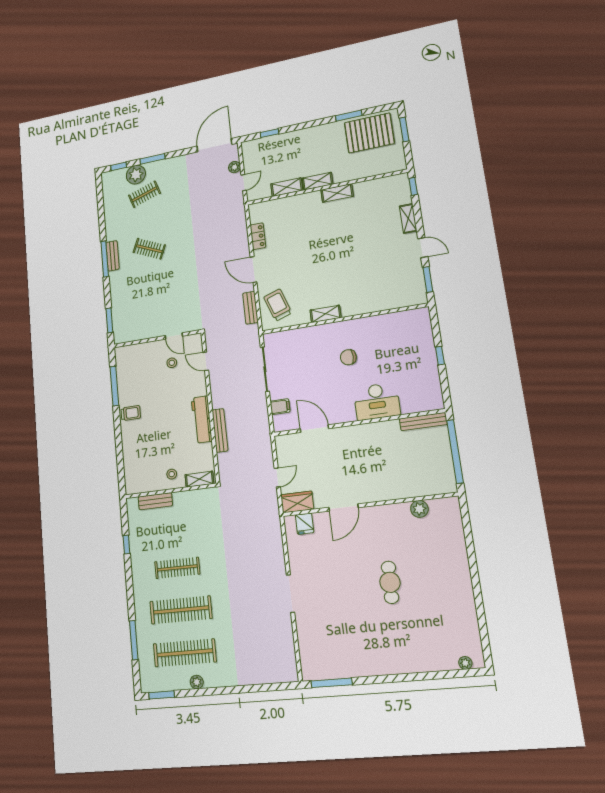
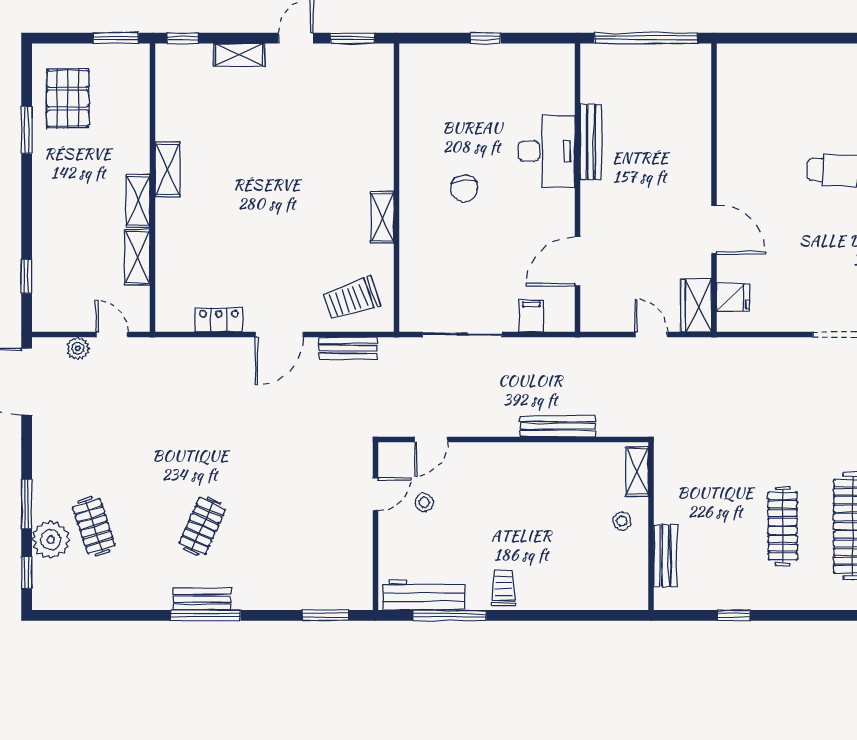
window: (404, 129) -> (116, 38), moved
pallet: (369, 133) -> (68, 98), width x0.73, depth x0.71
workbench: (202, 419) -> (424, 595), moved, turned 180
bench: (423, 422) -> (591, 142), moved
plant: (419, 509) -> (730, 108), removed

